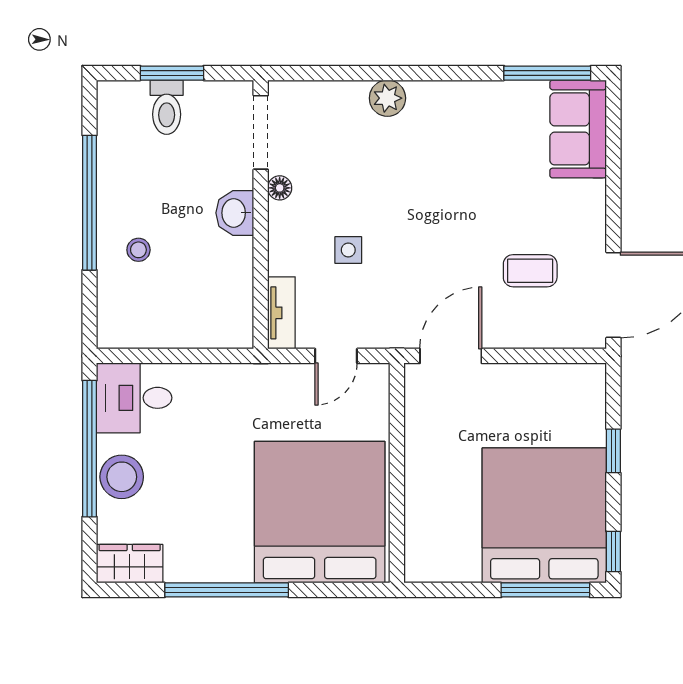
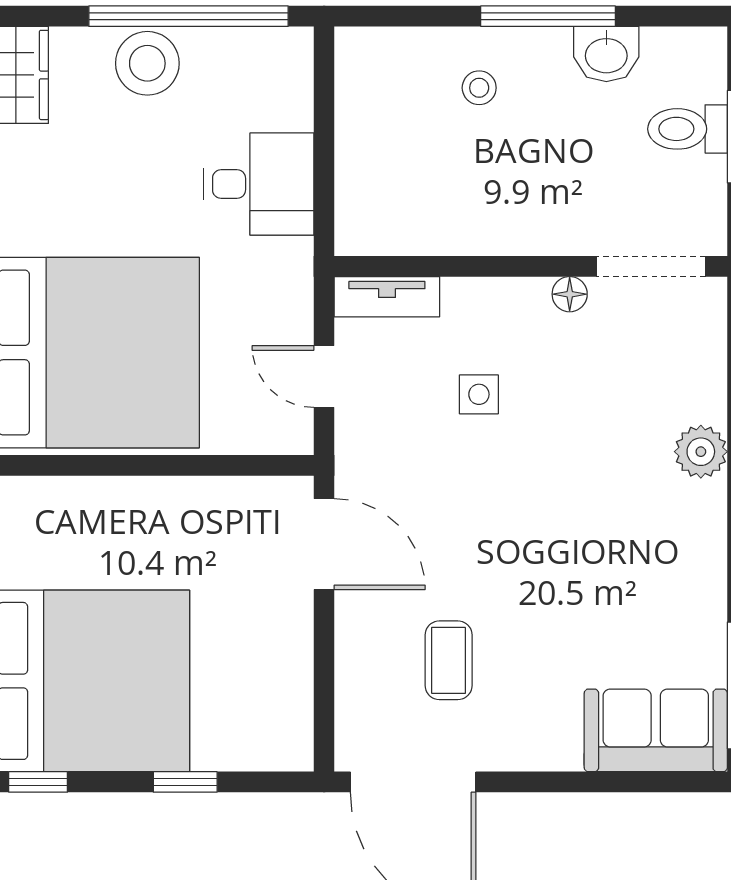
window: (90, 203) -> (548, 16), width x0.68
washbasin: (235, 213) -> (606, 54), moved, turned 180
desk: (134, 398) -> (259, 184), moved, turned 90

